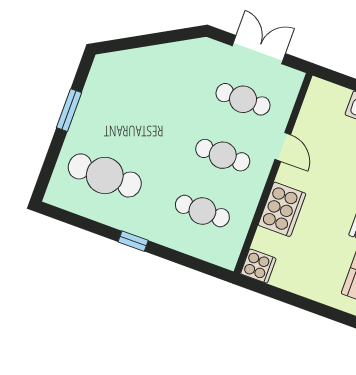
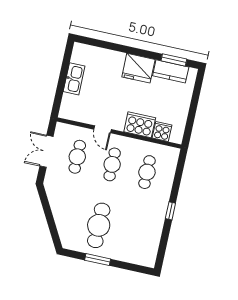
door: (283, 147) -> (102, 129), swing flipped
cafe table: (105, 175) -> (99, 225), moved
cooker: (258, 266) -> (162, 131), moved

